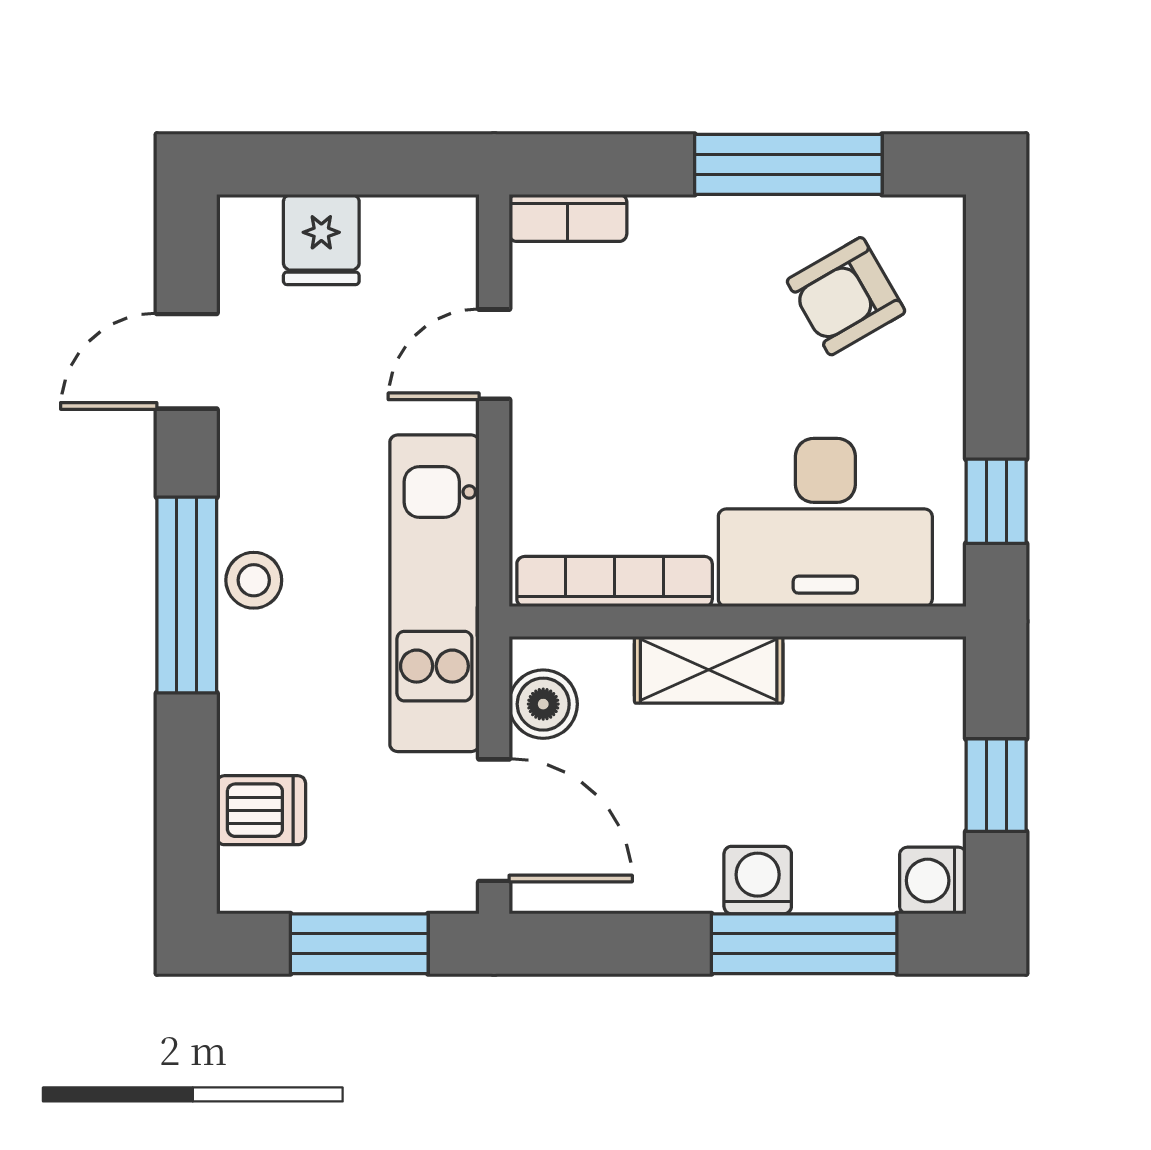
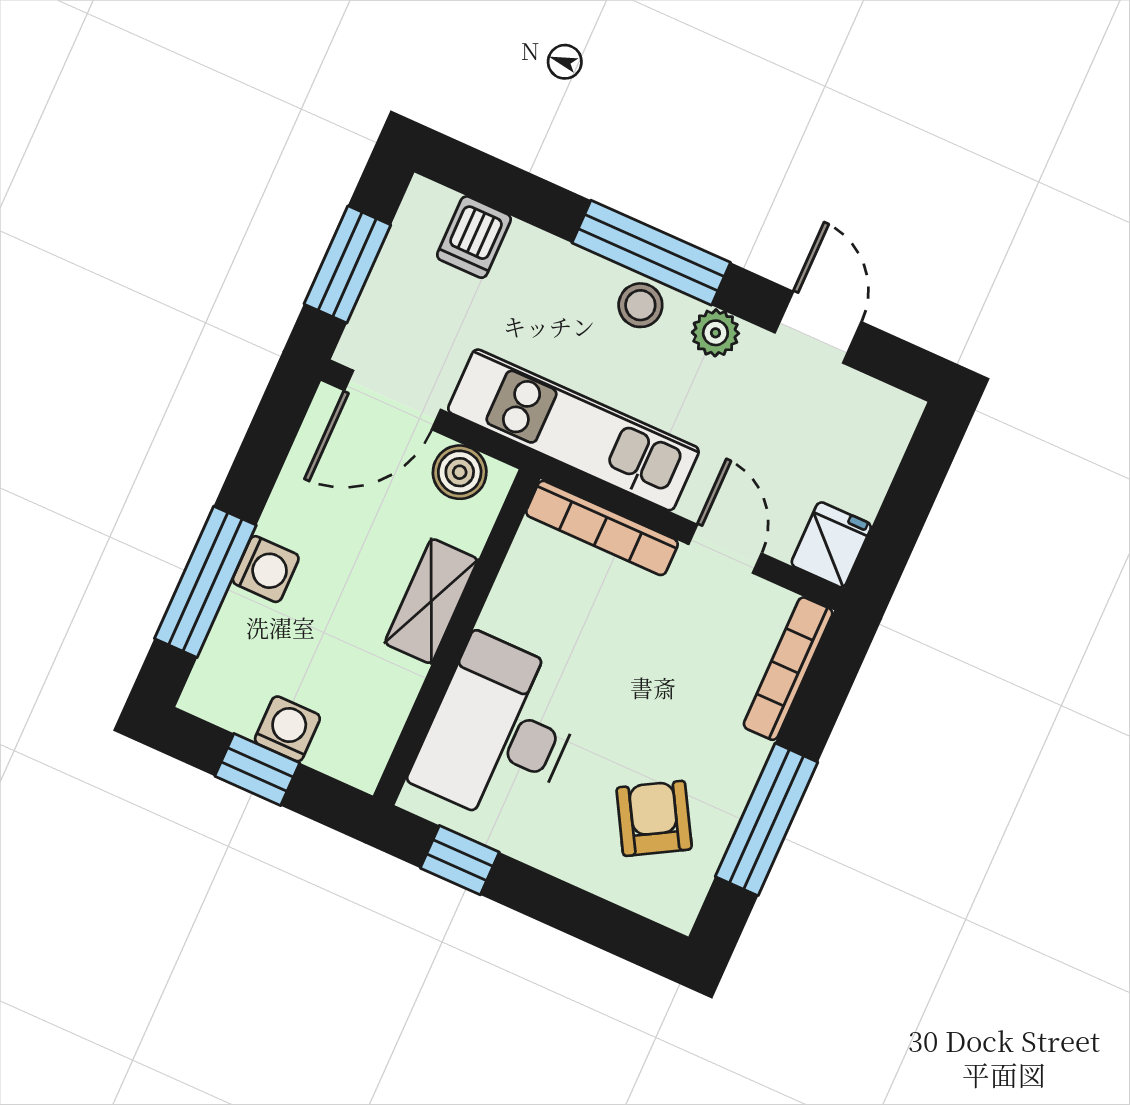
bookcase: (568, 218) -> (788, 669), width x1.56
fridge: (321, 239) -> (831, 545), moved, turned 90
plant: (247, 478) -> (715, 333), added
bookcase: (615, 581) -> (602, 528), moved, turned 90
washing machine: (933, 881) -> (287, 729), moved

